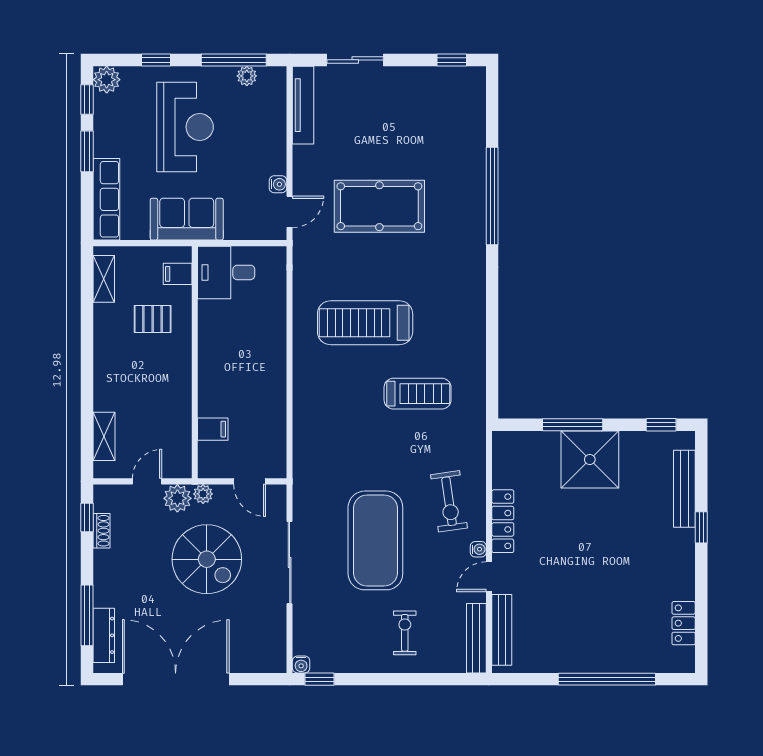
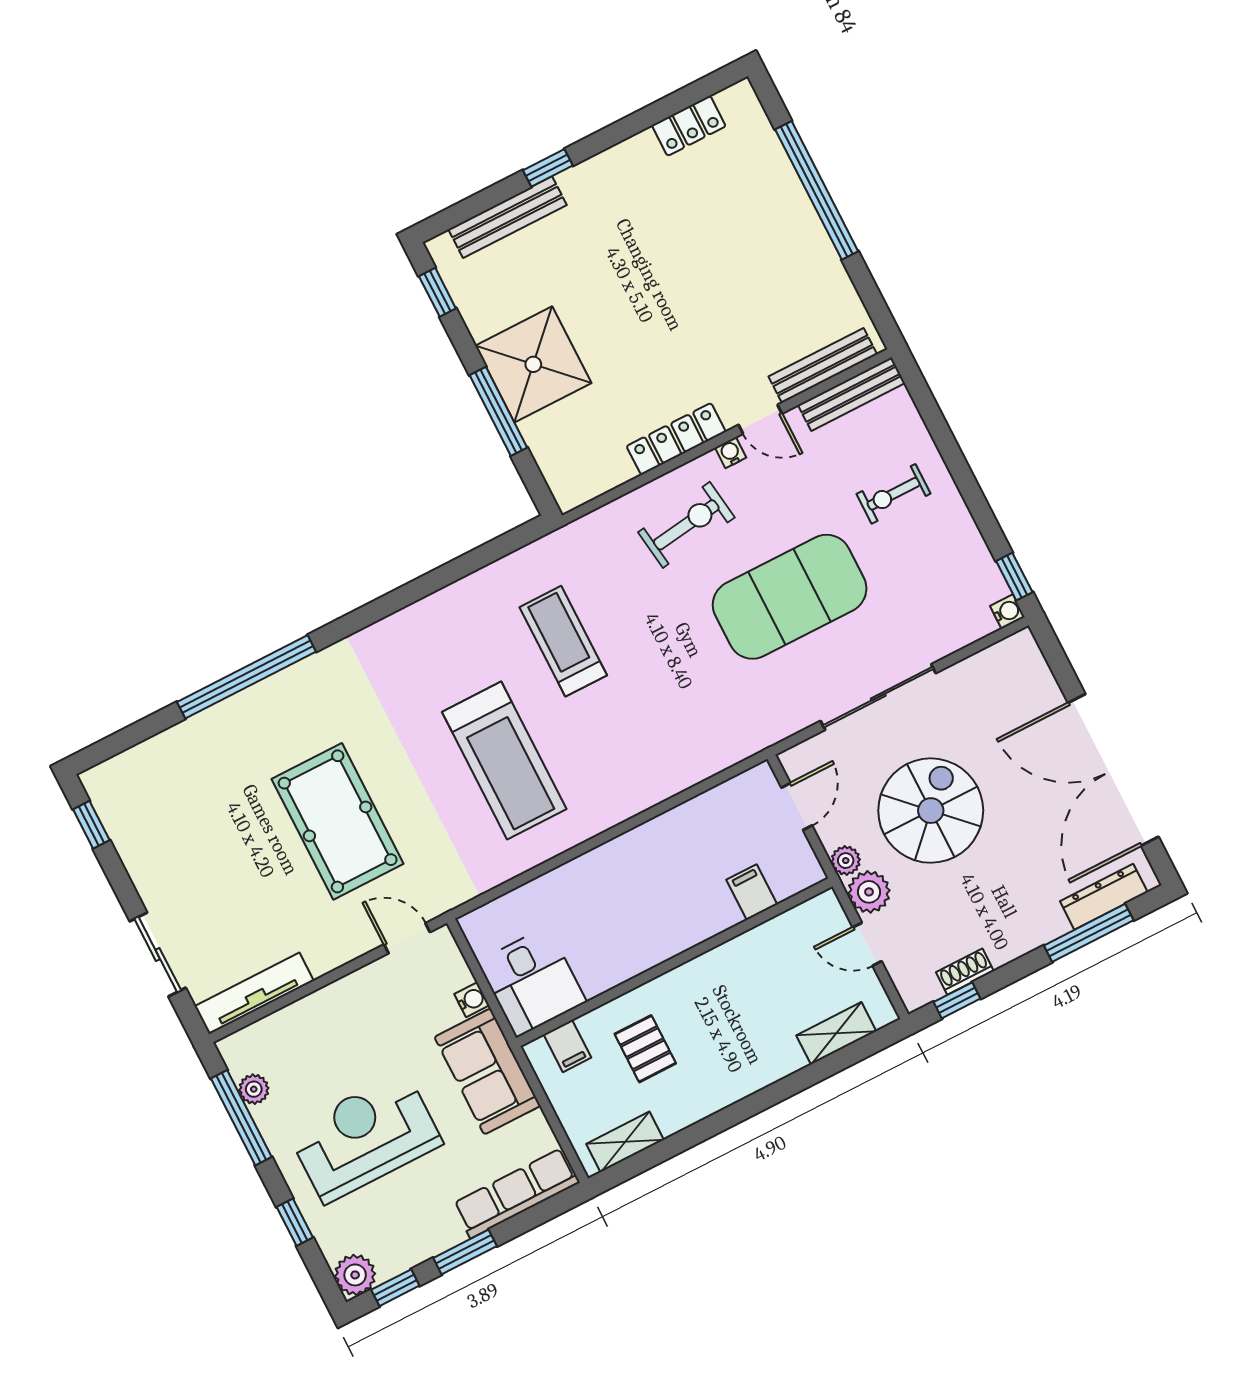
water cooler: (278, 184) -> (472, 1000), moved, turned 90

